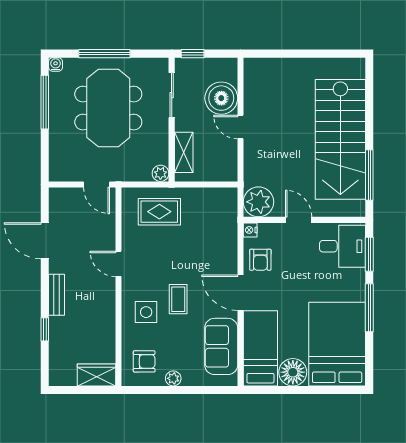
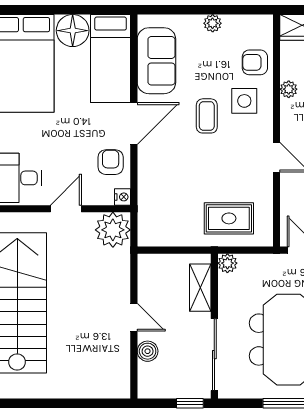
sliding door: (172, 95) -> (214, 355), width x1.37
boiler: (221, 98) -> (148, 351), width x0.54, depth x0.54
door: (299, 220) -> (66, 209), swing flipped
door: (240, 293) -> (134, 124), hinge flipped
plant: (108, 322) -> (289, 89), added
armchair: (144, 361) -> (255, 62), moved

